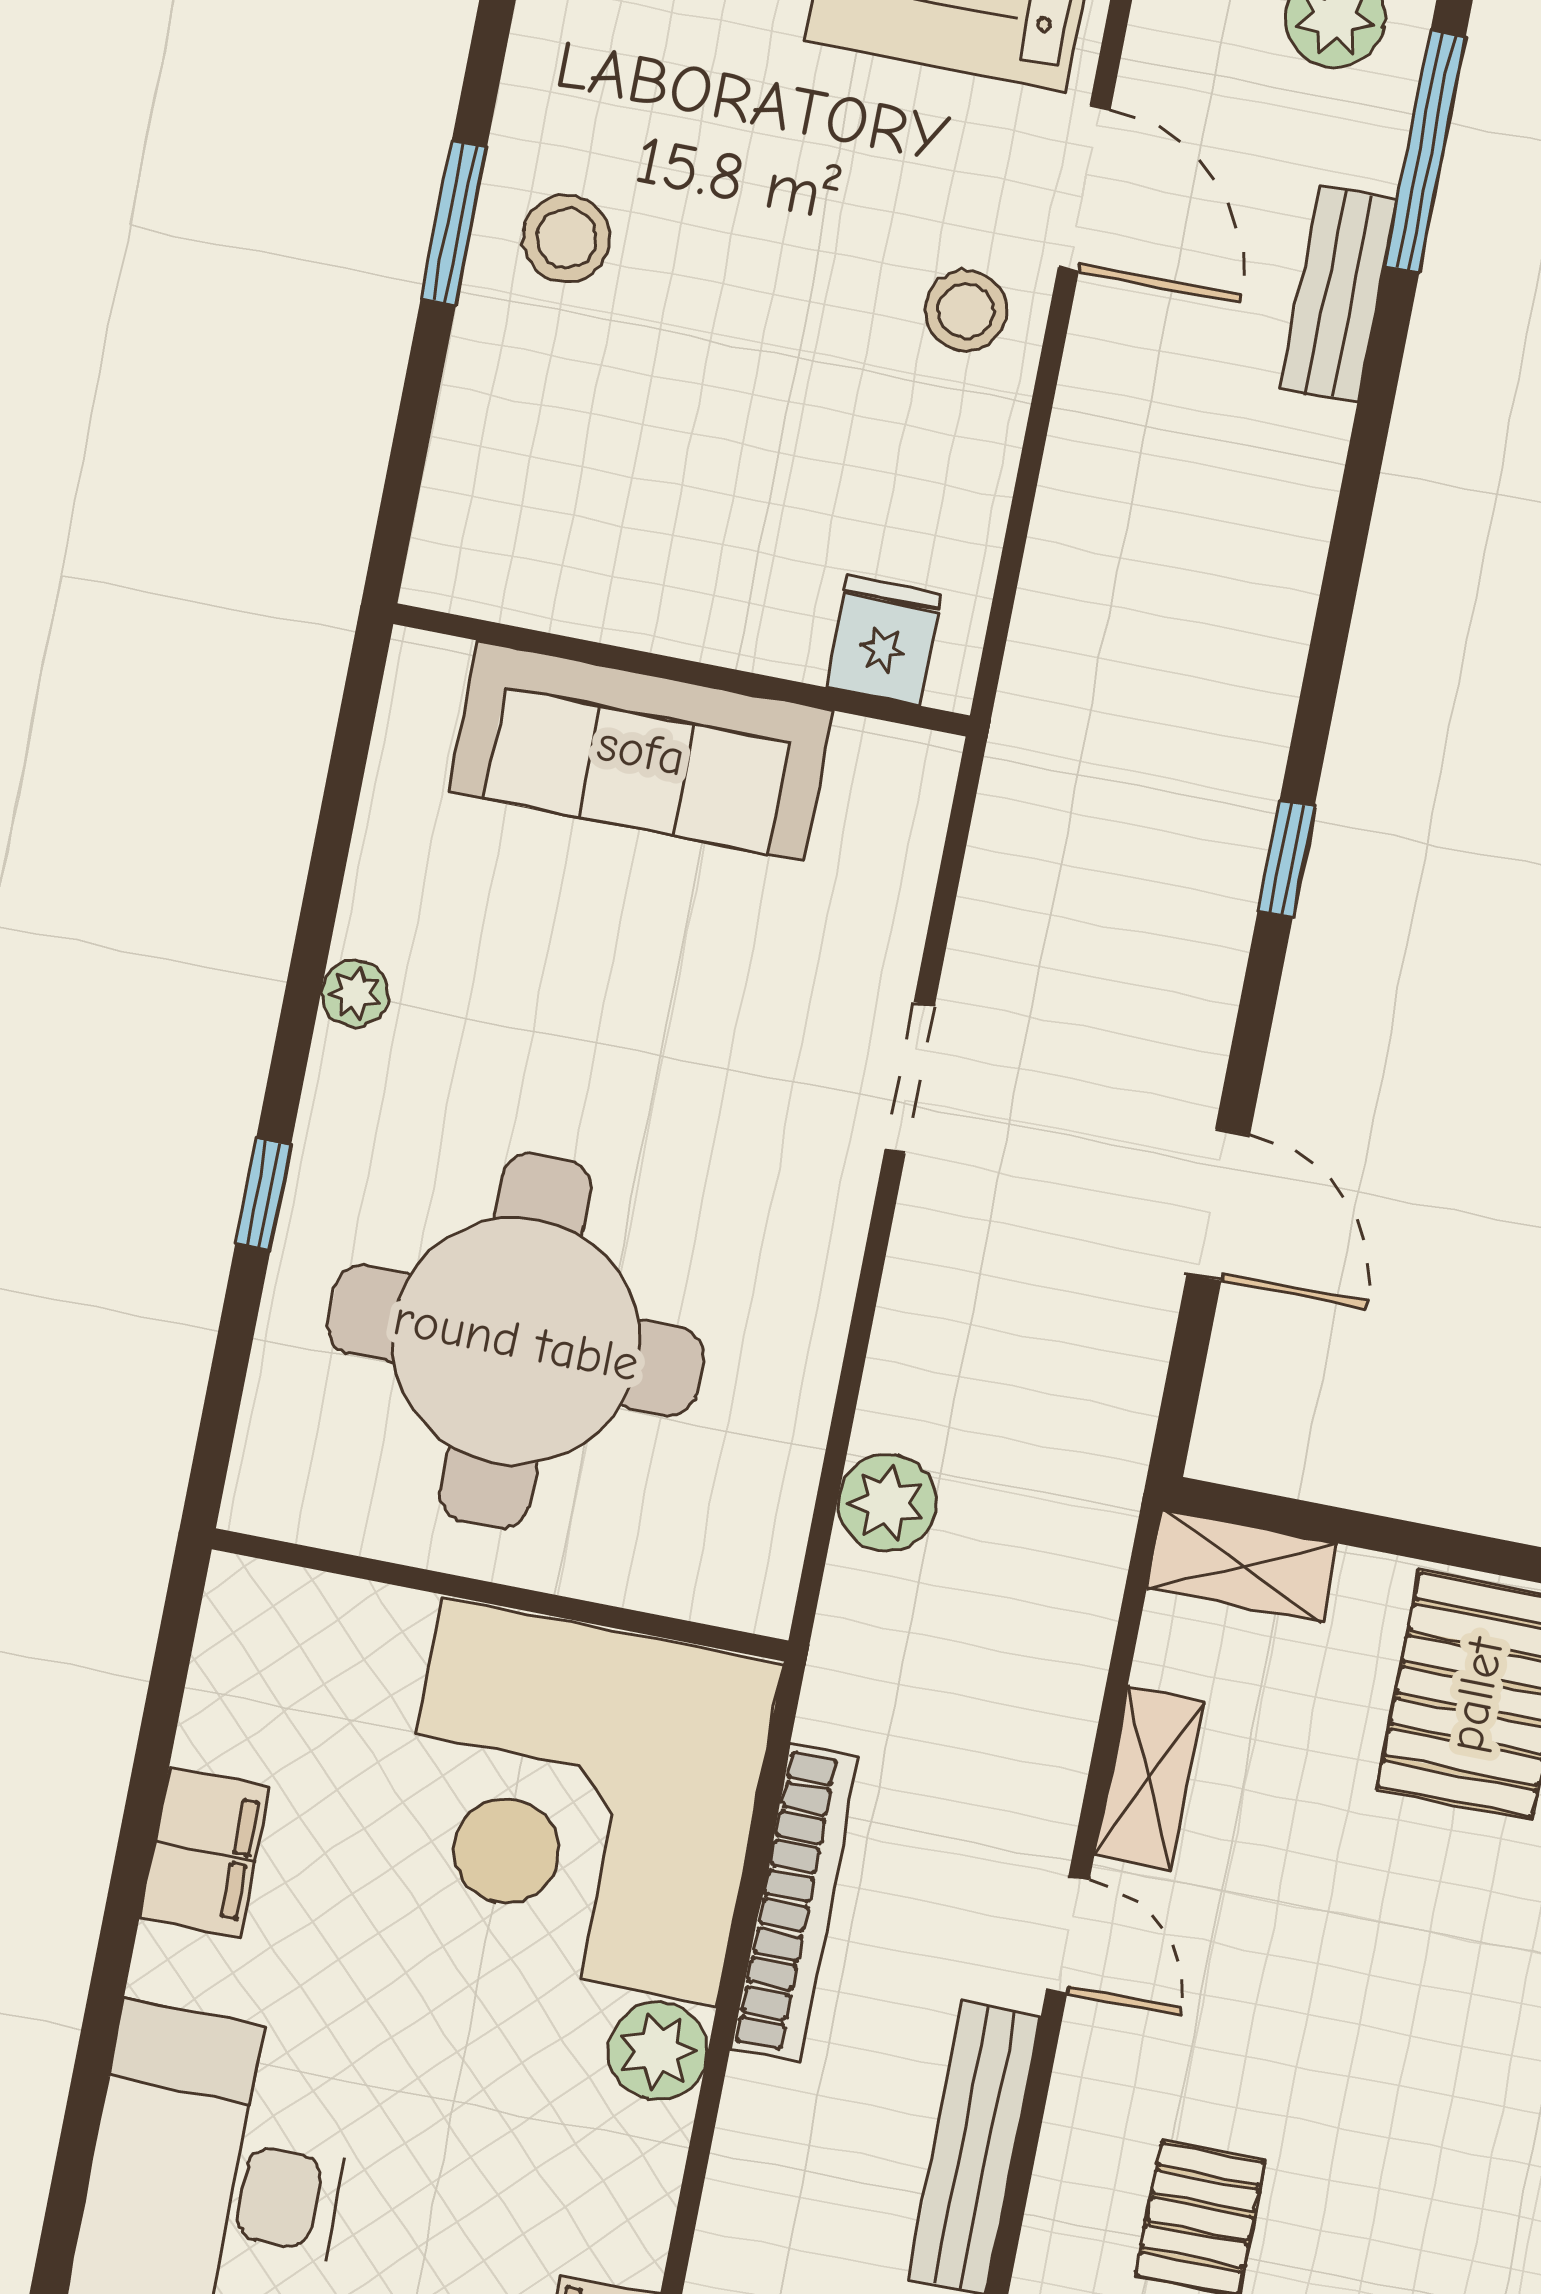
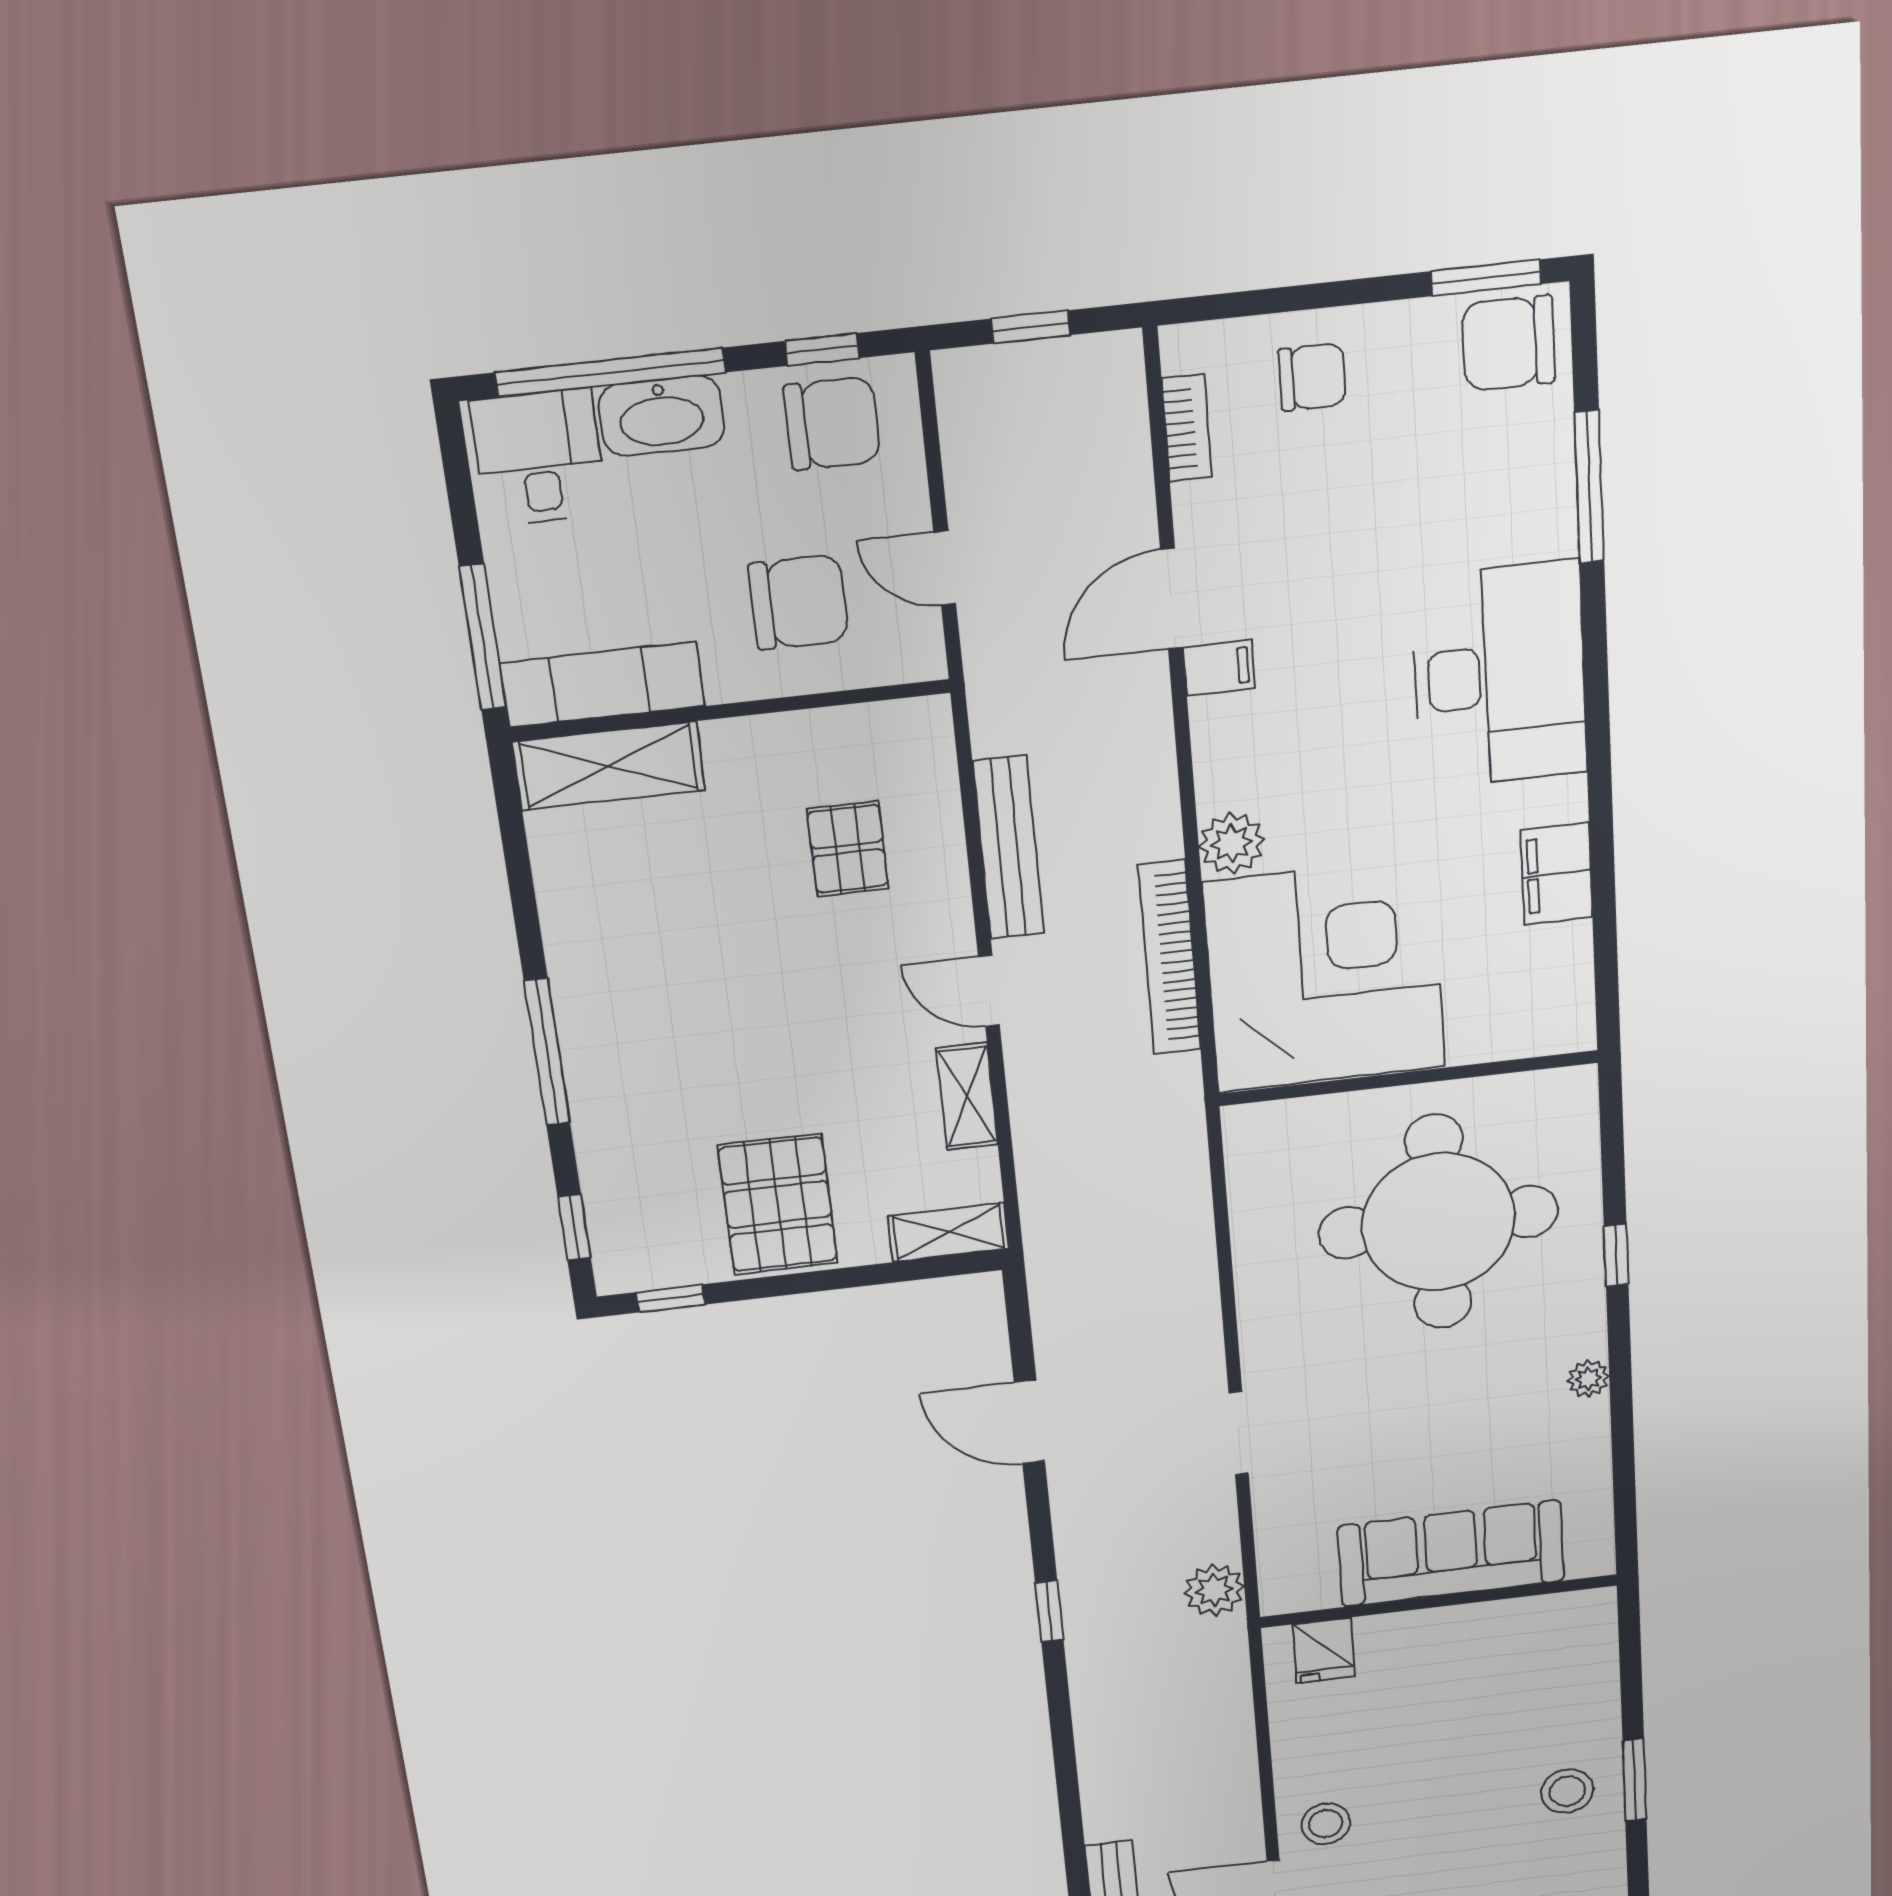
plant: (887, 1503) -> (1214, 1590), moved

